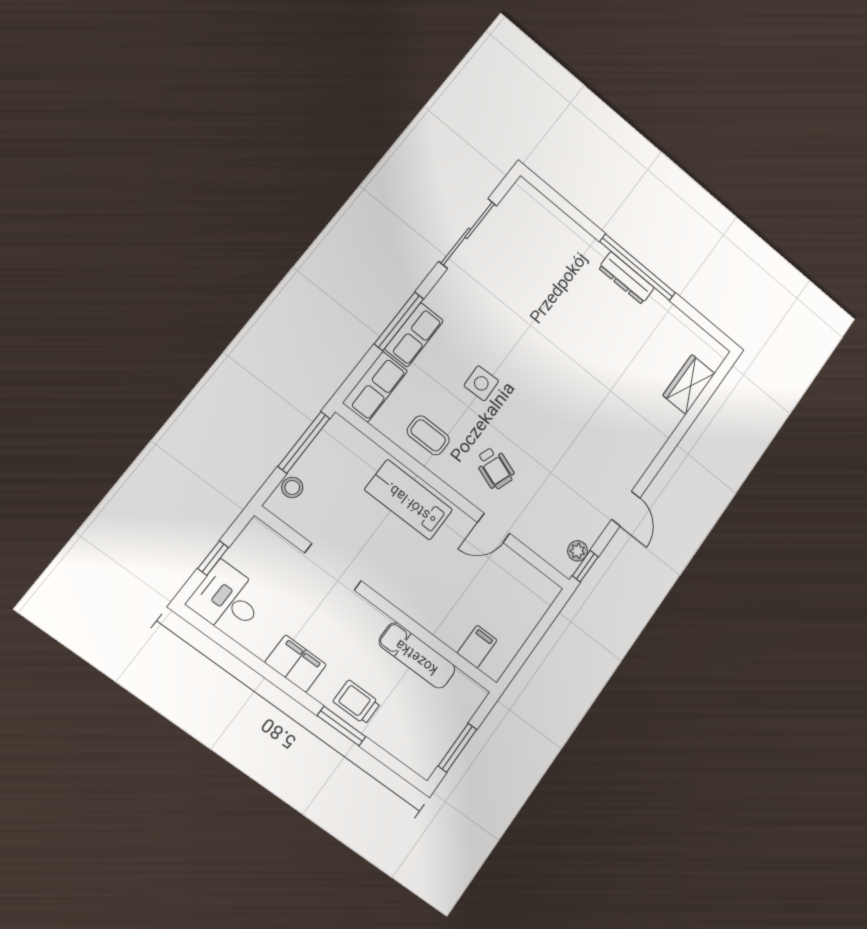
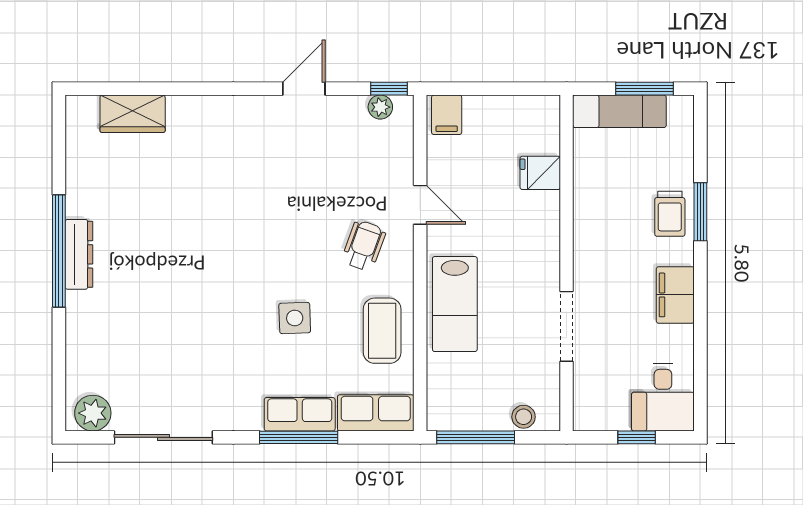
plant: (519, 202) -> (93, 413), added
coffee table: (428, 435) -> (382, 331), width x1.36, depth x1.30
fridge: (454, 629) -> (540, 173), added
filing cabinet: (477, 647) -> (447, 115), moved, turned -90
exam couch: (417, 656) -> (619, 111), moved, turned 90

